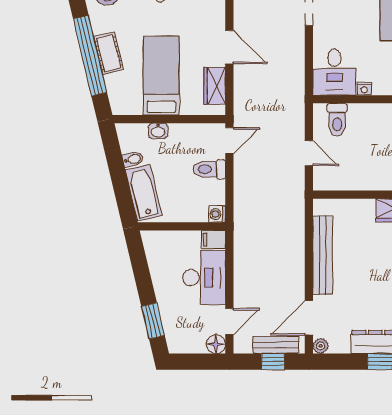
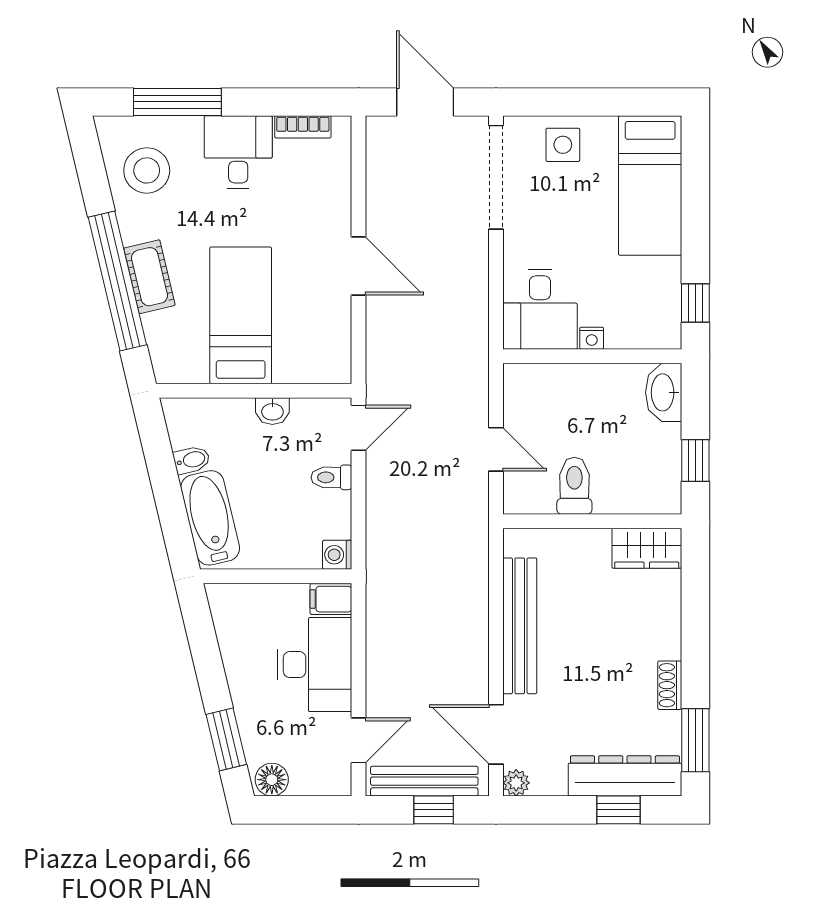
wardrobe: (215, 86) -> (333, 333), removed
toilet: (337, 120) -> (574, 486), moved, turned 180
washbasin: (158, 131) -> (272, 411), moved
toilet: (209, 169) -> (331, 477), width x0.73, depth x0.72
door: (309, 318) -> (496, 734), hinge flipped
floor lamp: (216, 344) -> (272, 780), moved
bench: (276, 345) -> (424, 781), width x1.36

